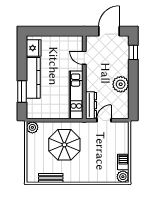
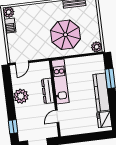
door: (84, 58) -> (57, 116), swing flipped
dresser: (91, 105) -> (48, 91), moved
door: (104, 120) -> (22, 63), moved

